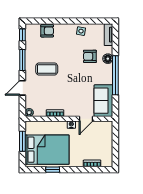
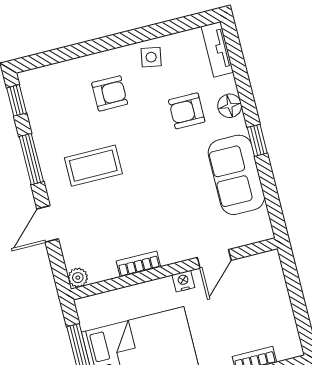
armchair: (47, 31) -> (110, 93), moved
window: (115, 75) -> (257, 140), width x0.32
sofa: (103, 101) -> (236, 175), moved

